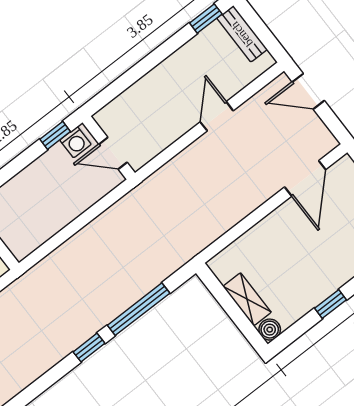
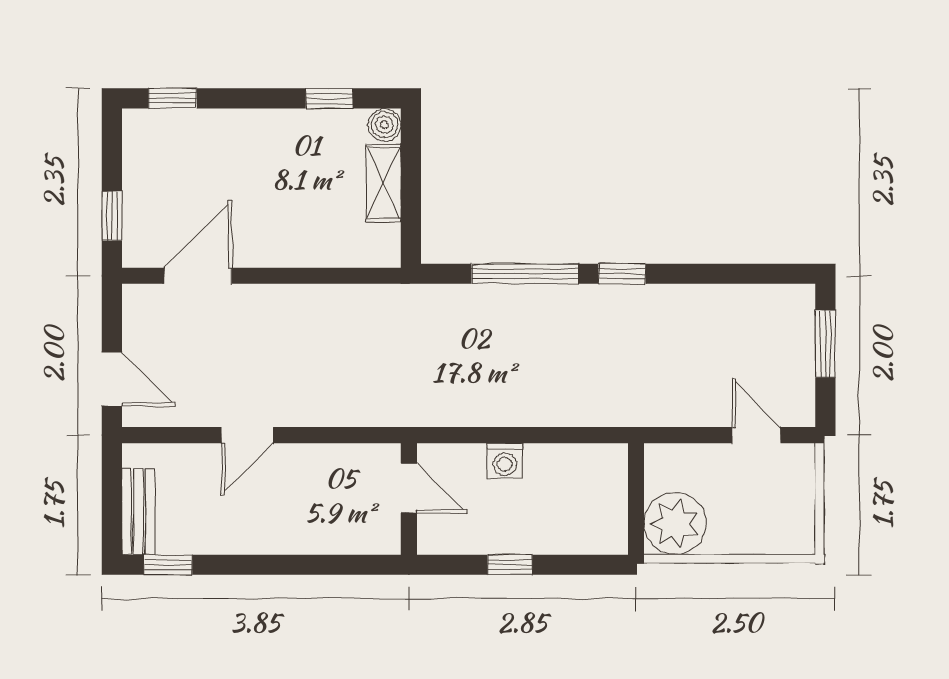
window: (55, 135) -> (510, 565), moved
washing machine: (75, 142) -> (505, 461), moved, turned 180
window: (331, 304) -> (329, 98), moved

